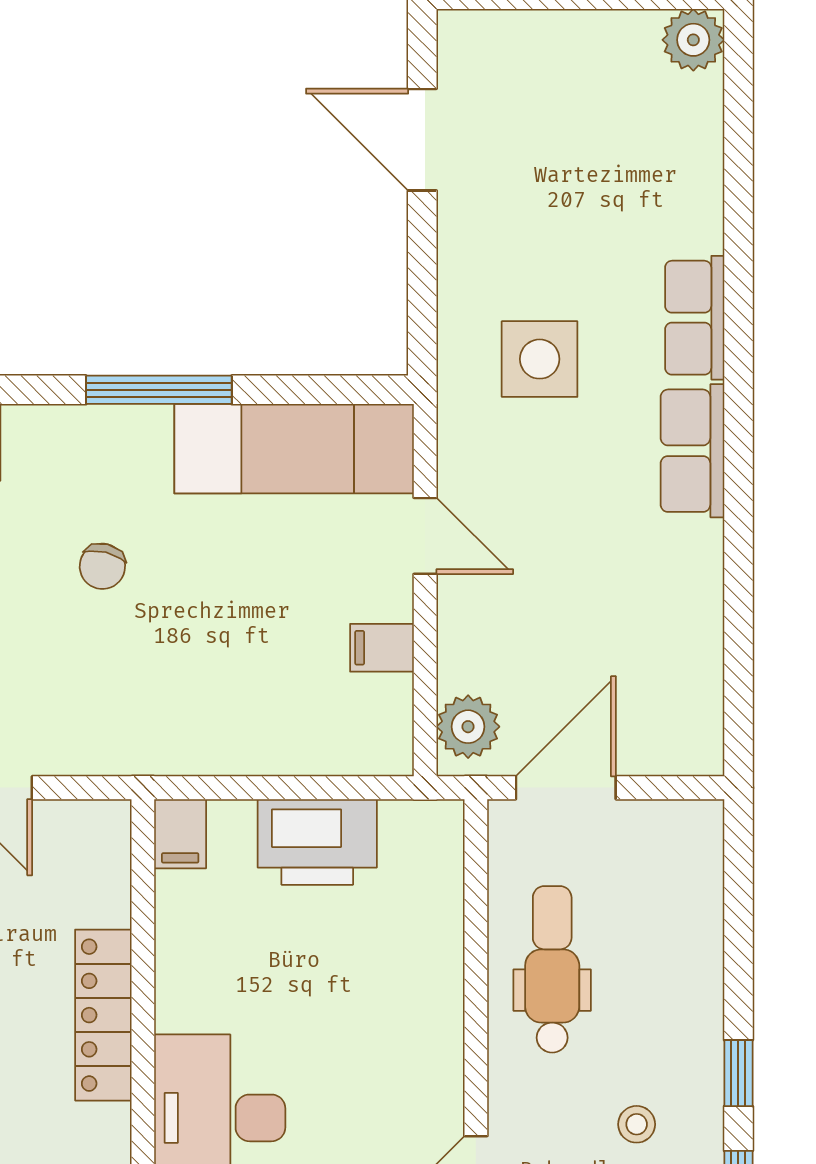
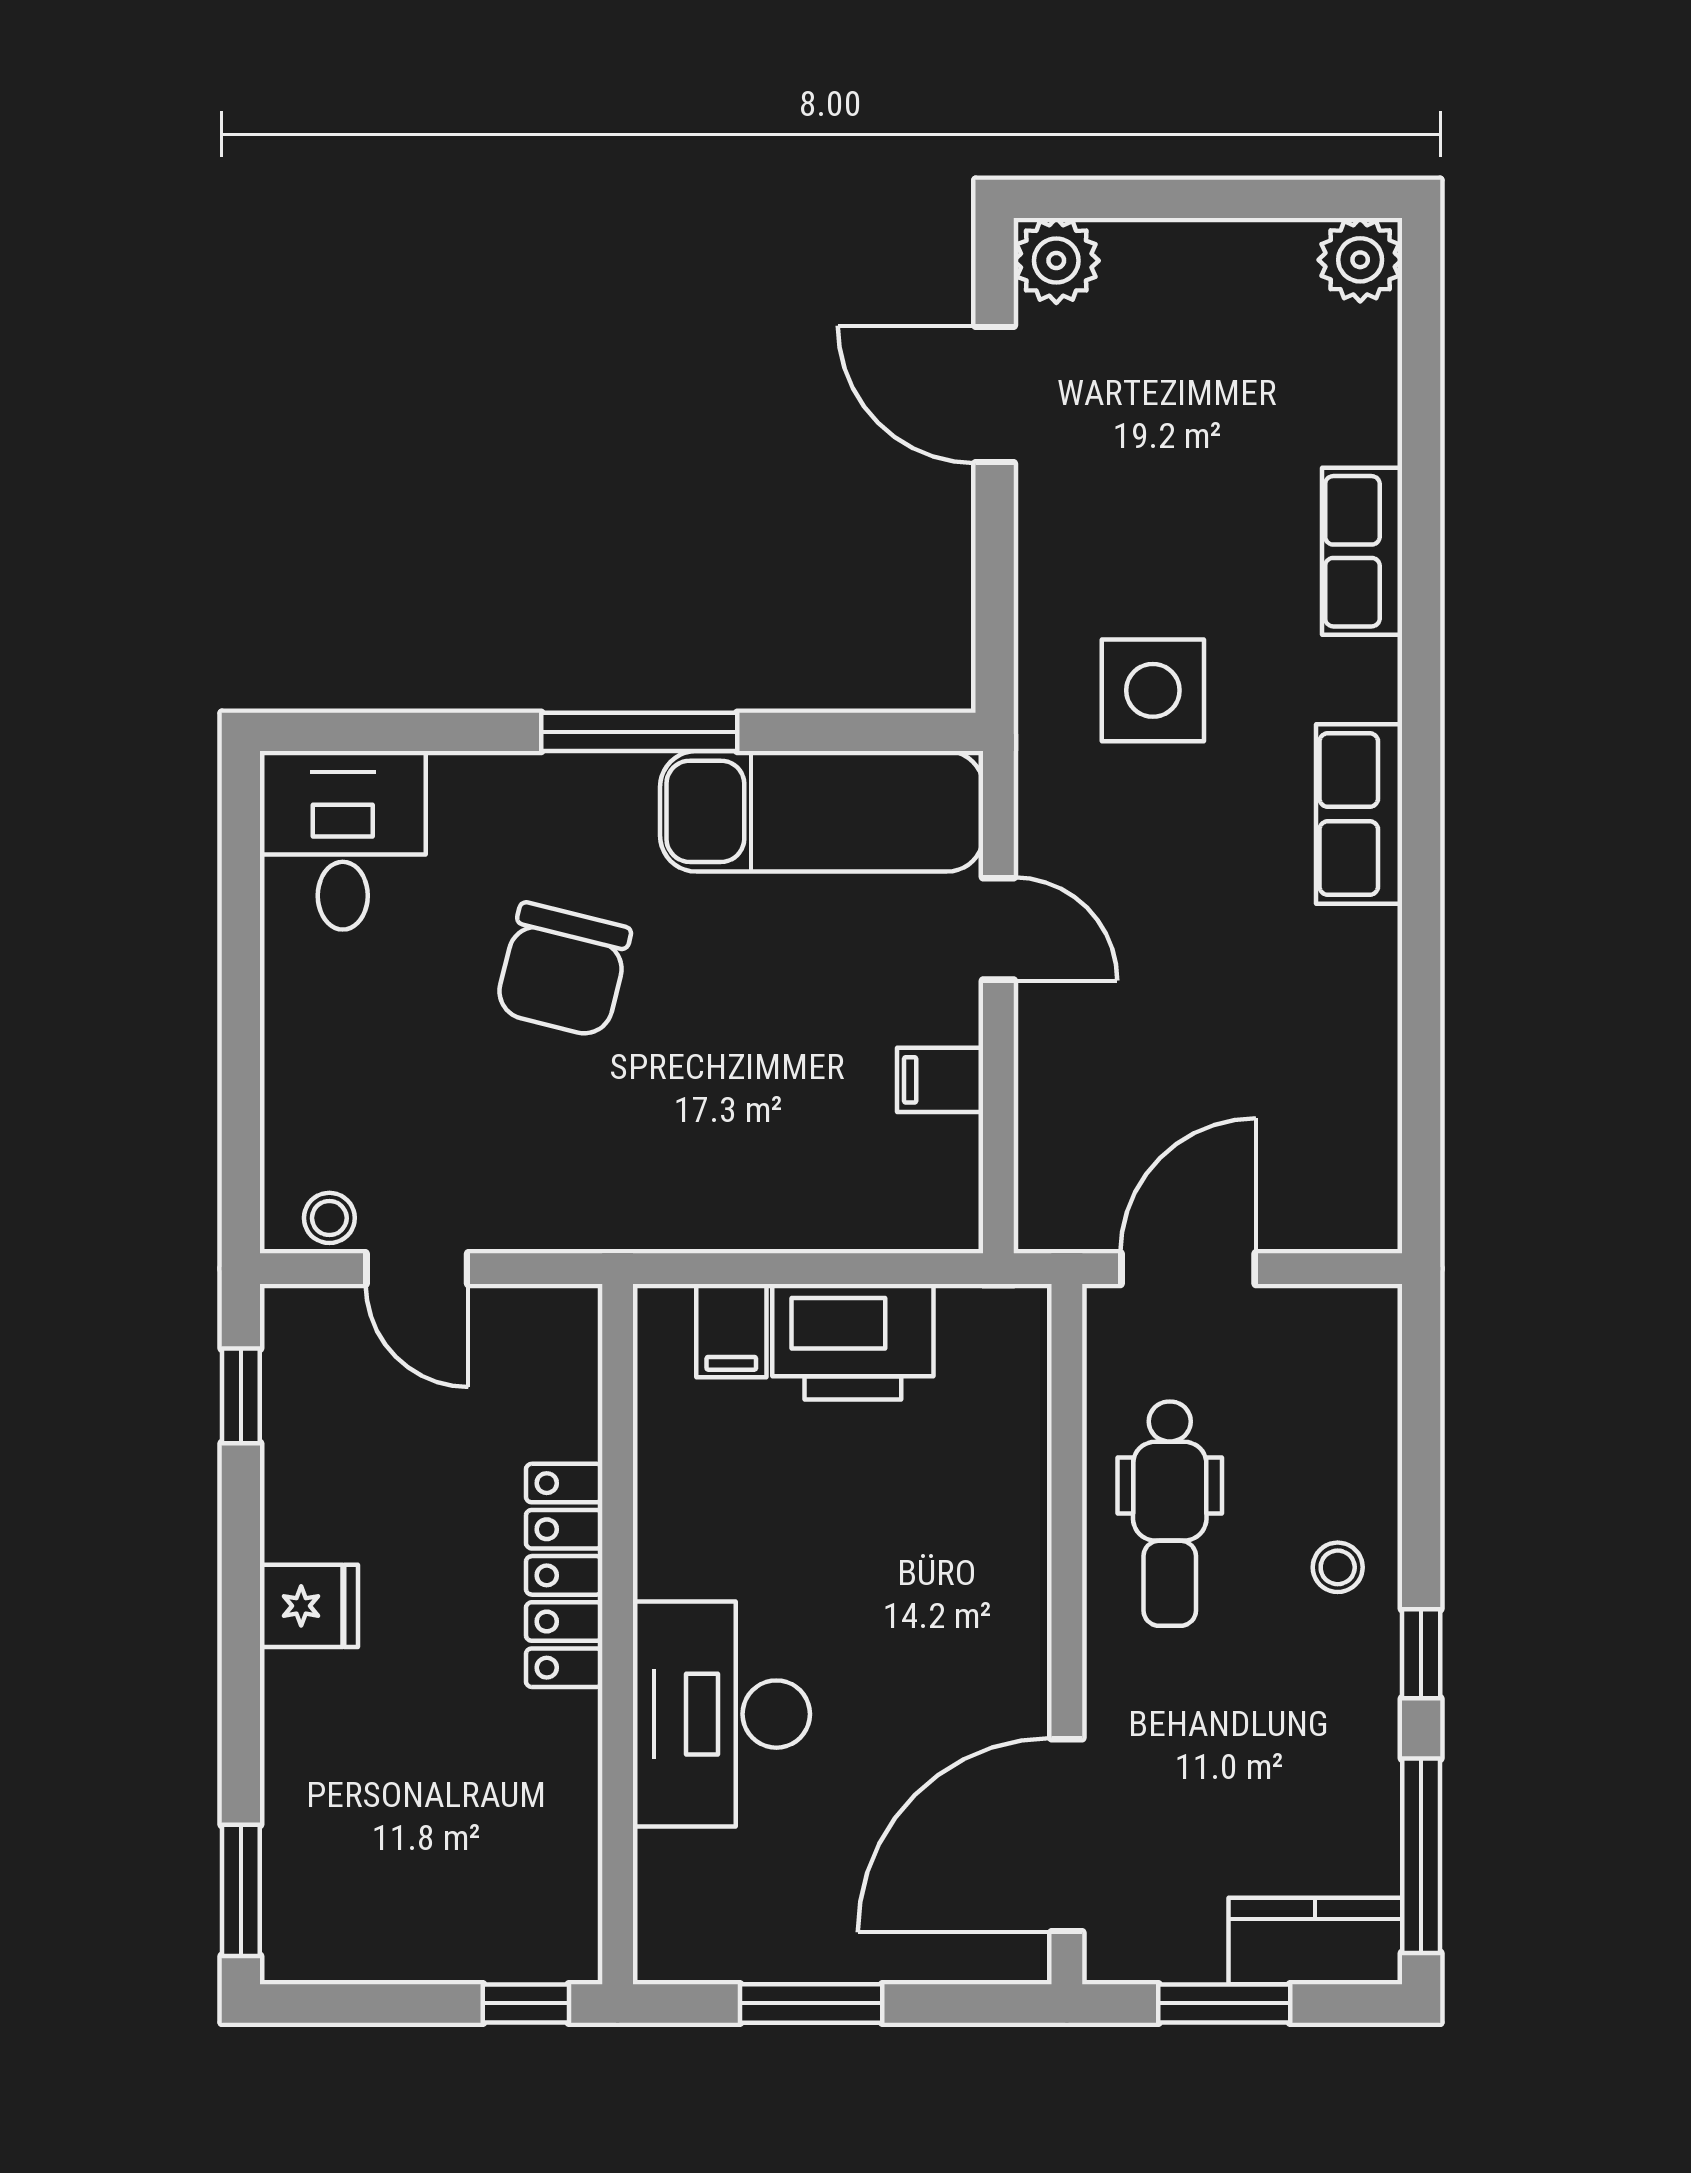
row of seats: (695, 318) -> (1362, 551), moved
chair: (102, 566) -> (563, 970), width x1.87, depth x1.87
plant: (468, 727) -> (1056, 261), moved
filing cabinet: (180, 834) -> (731, 1331), moved
dental chair: (552, 969) -> (1170, 1514), turned 180
stool: (637, 1124) -> (1338, 1567), moved

